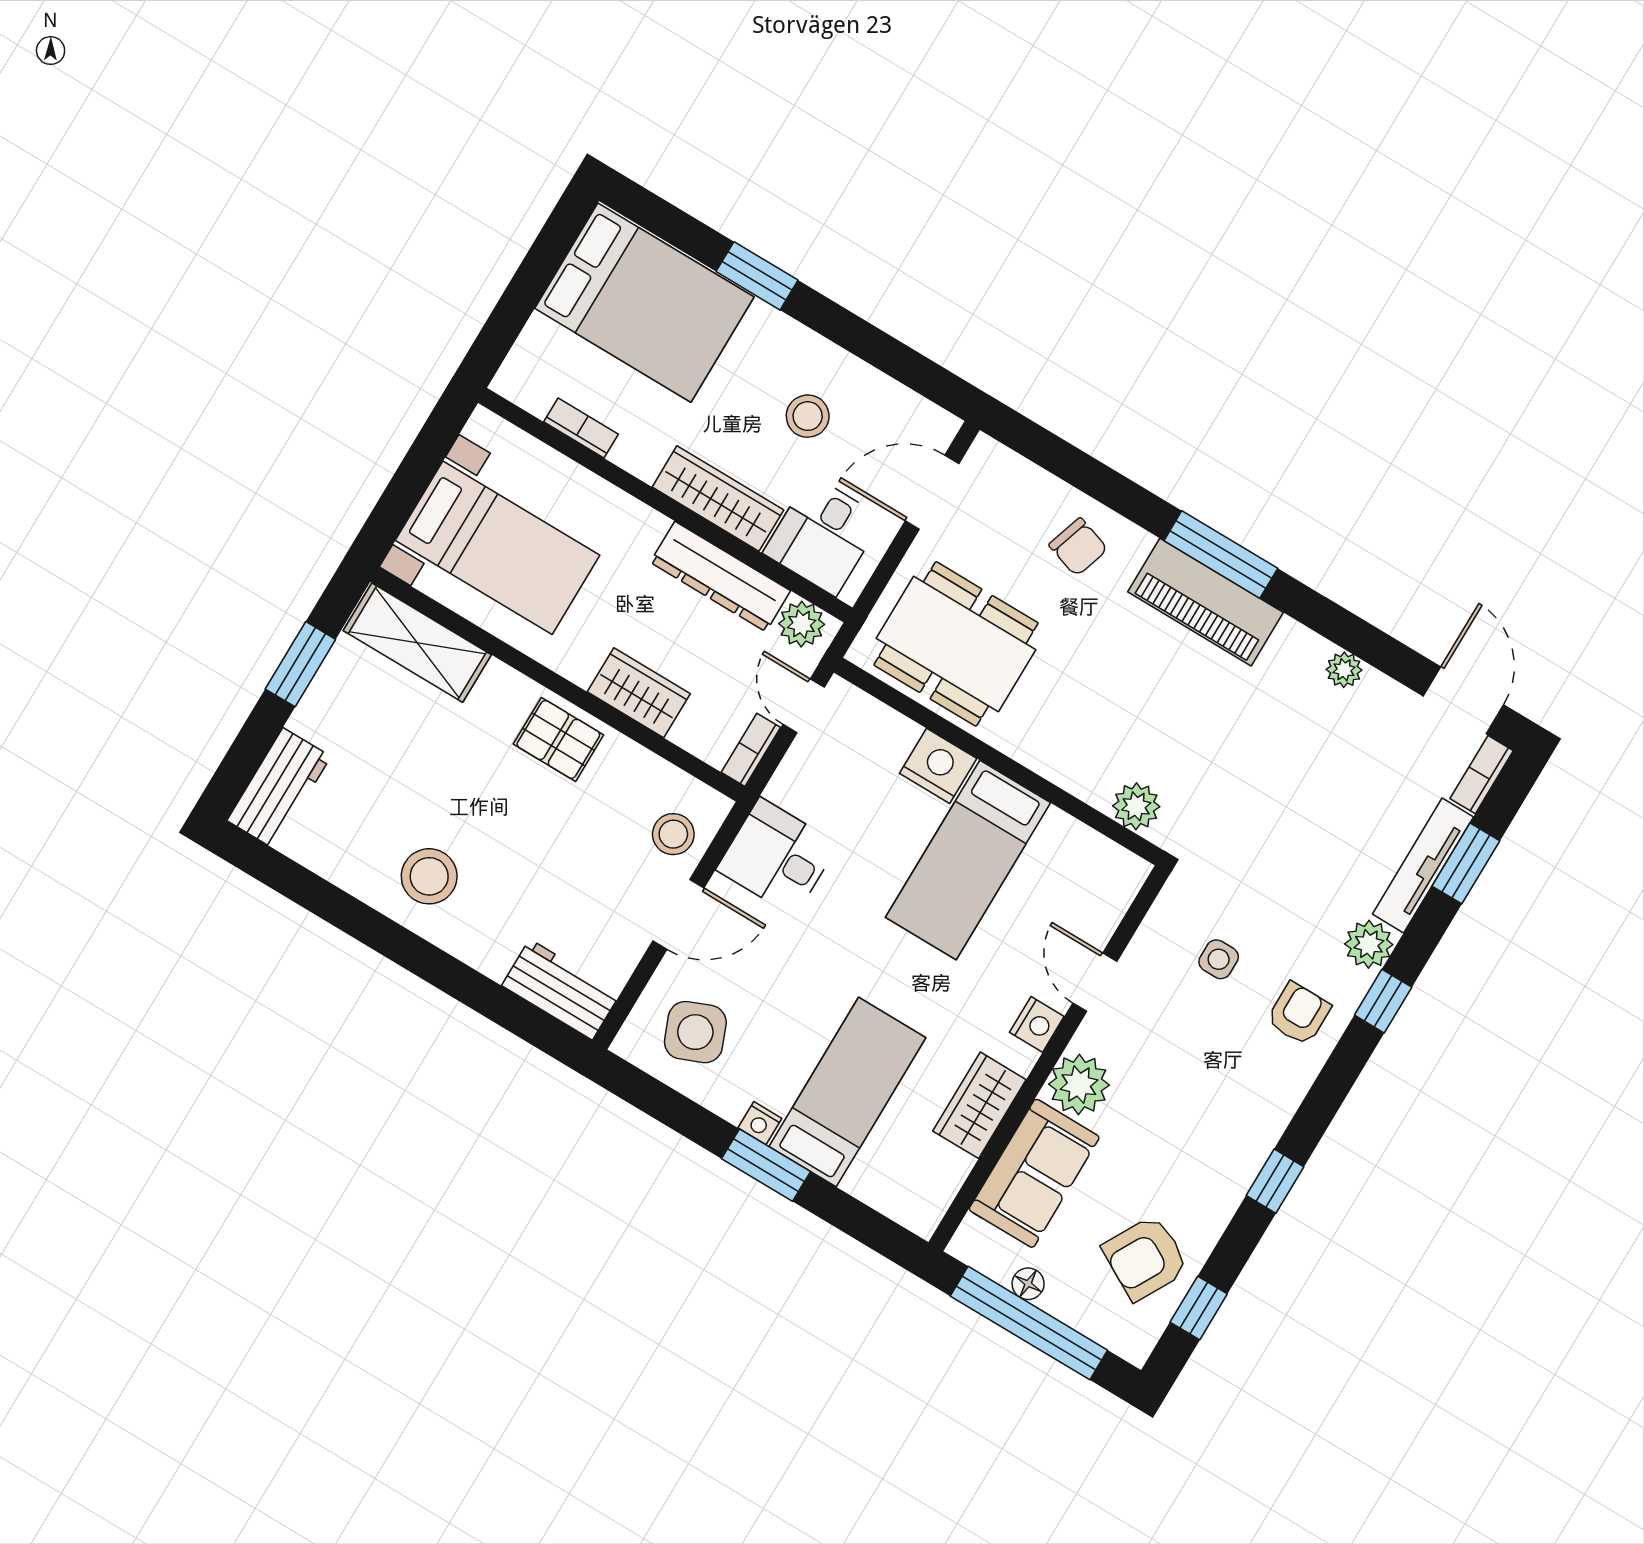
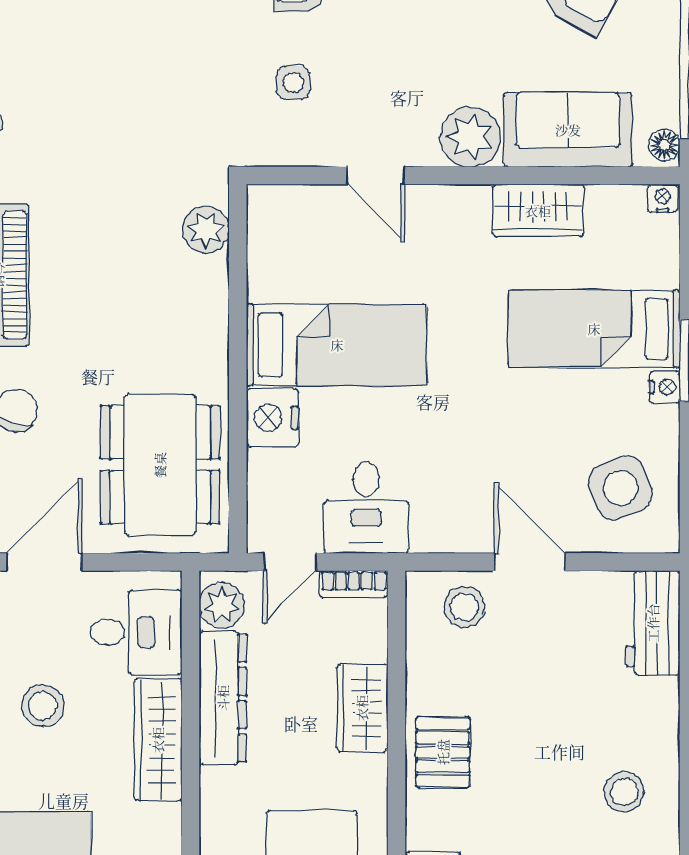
door: (932, 492) -> (44, 562), swing flipped
desk: (777, 857) -> (366, 508), moved
stool: (429, 876) -> (624, 792), width x0.73, depth x0.73
door: (1095, 982) -> (376, 176), hinge flipped
nightstand: (1037, 1024) -> (662, 198), moved, width x0.72, depth x0.74
floor lamp: (1028, 1284) -> (664, 145), moved

